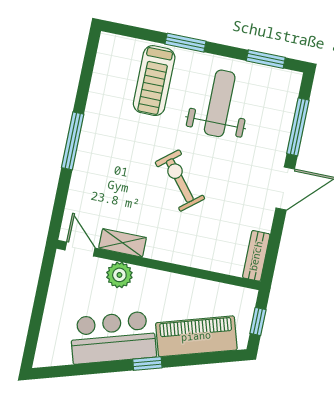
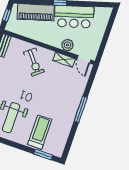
window: (186, 43) -> (43, 155), moved
exercise bike: (180, 181) -> (34, 62), moved

